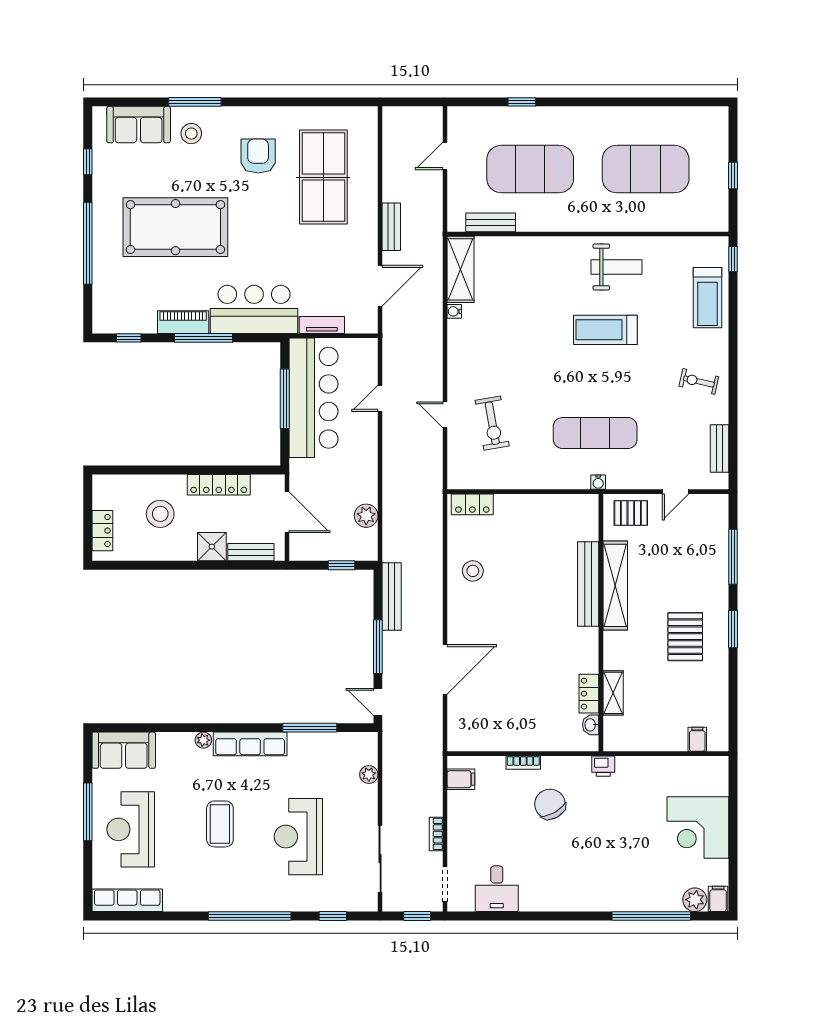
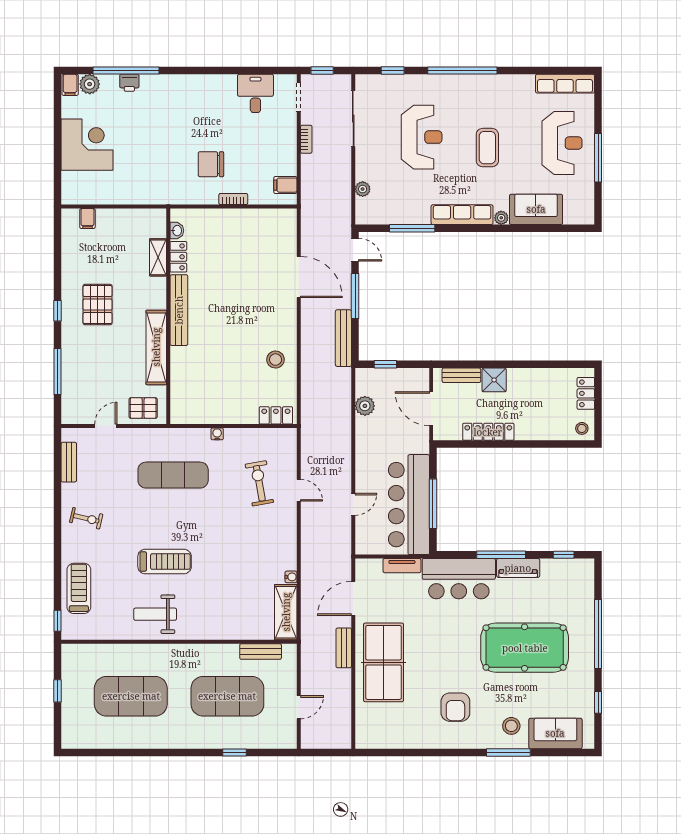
table tennis table: (323, 177) -> (384, 662), moved
water cooler: (598, 482) -> (217, 434), moved
stool: (160, 514) -> (582, 428), moved, width x0.53, depth x0.53
bench: (588, 584) -> (179, 310), moved
window: (733, 629) -> (58, 311), width x0.67
door: (445, 669) -> (299, 277), swing flipped
sofa: (124, 750) -> (536, 209), moved
printer: (603, 766) -> (129, 83), moved, turned 180
chair: (550, 804) -> (211, 164), turned 120

